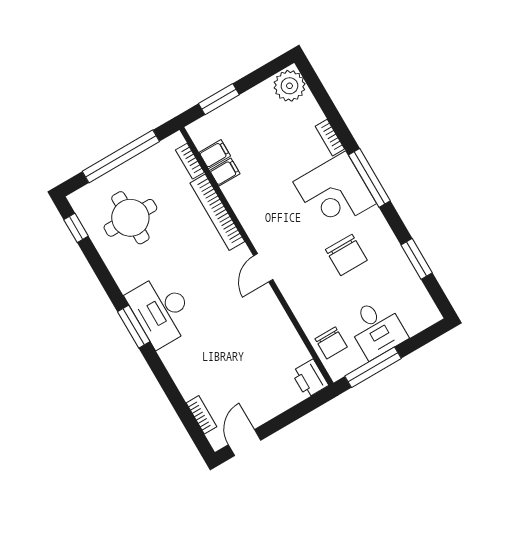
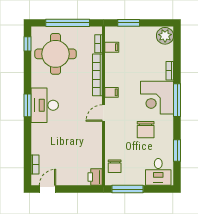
filing cabinet: (225, 172) -> (112, 92), moved
round table: (130, 218) -> (55, 54), width x1.36, depth x1.36
desk: (377, 328) -> (158, 172), moved

